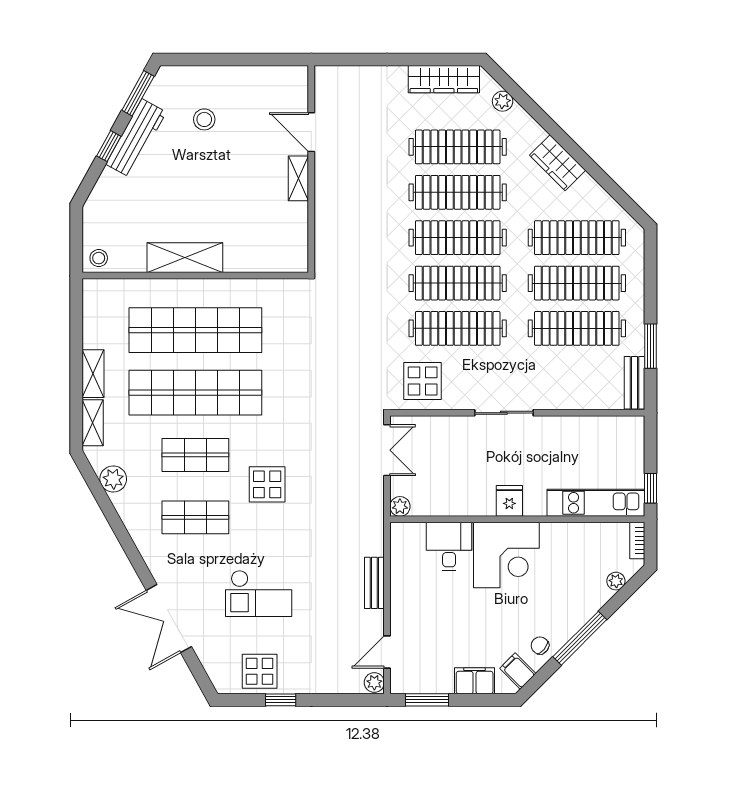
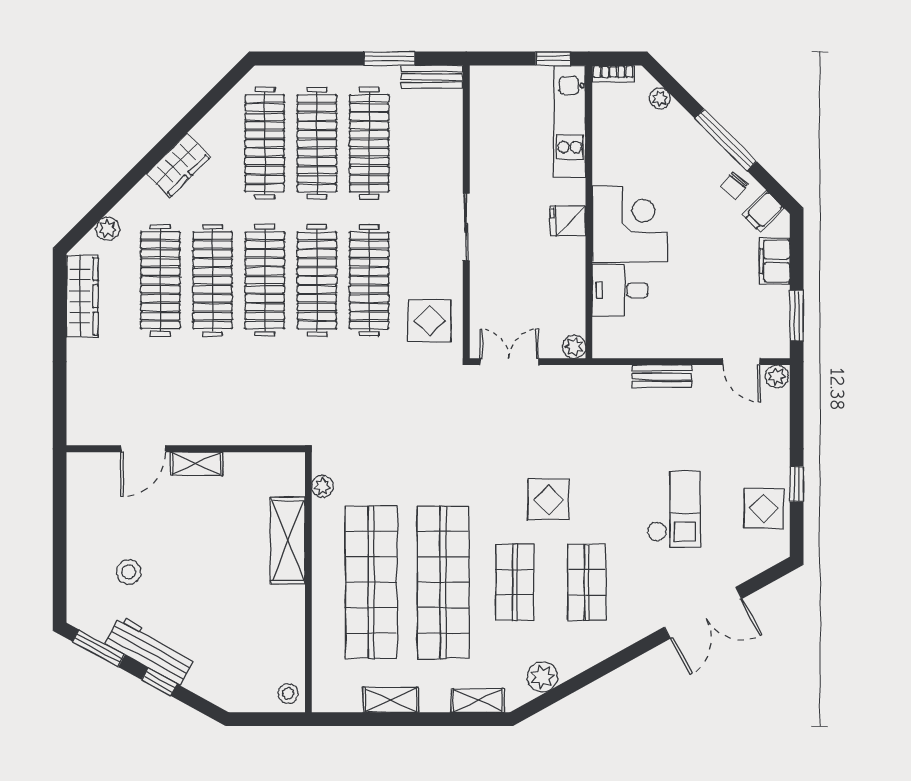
shelving: (185, 258) -> (288, 541), moved
plant: (279, 288) -> (322, 486), added
shelving: (93, 374) -> (391, 700), moved

